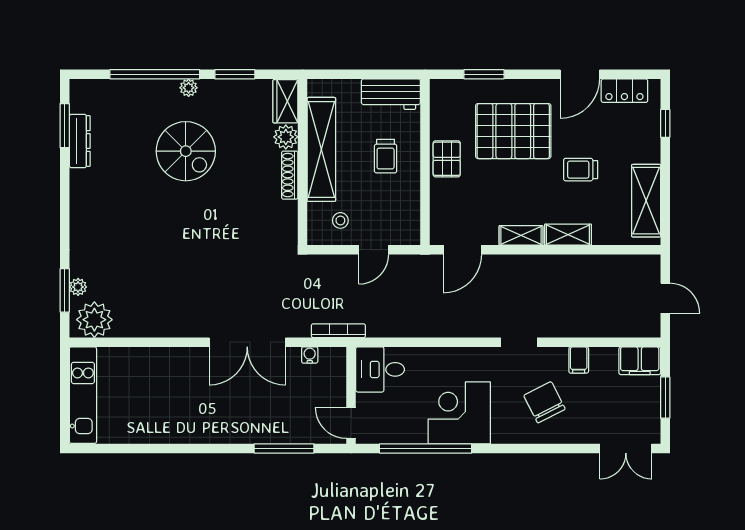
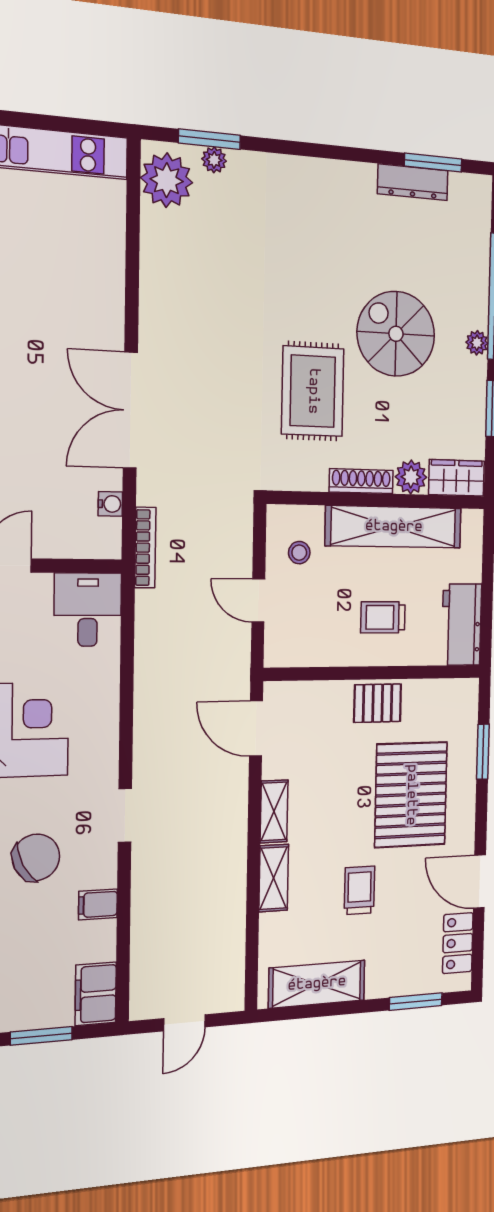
window: (665, 123) -> (416, 1002), width x1.50
spiral stairs: (186, 151) -> (396, 334), turned 90
rug: (229, 213) -> (313, 391), added

